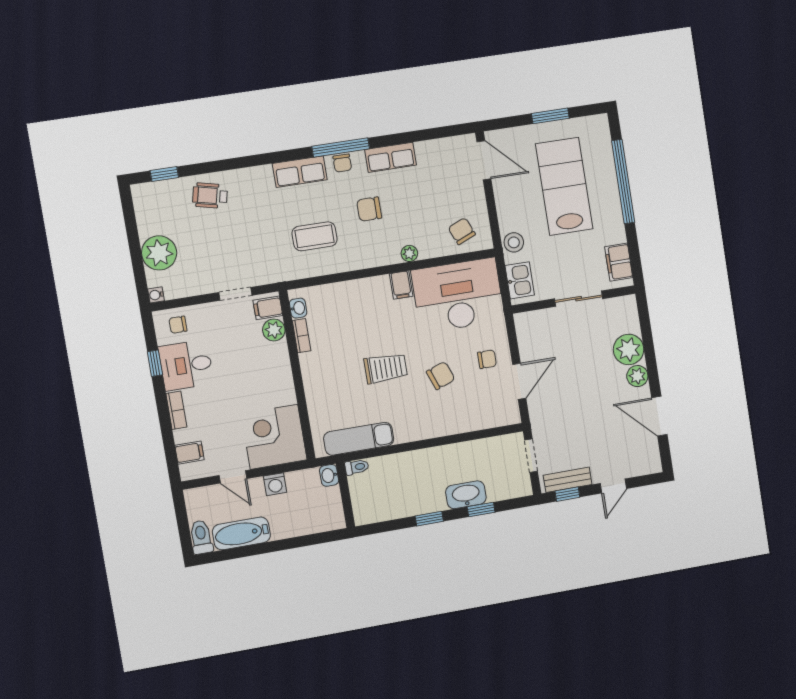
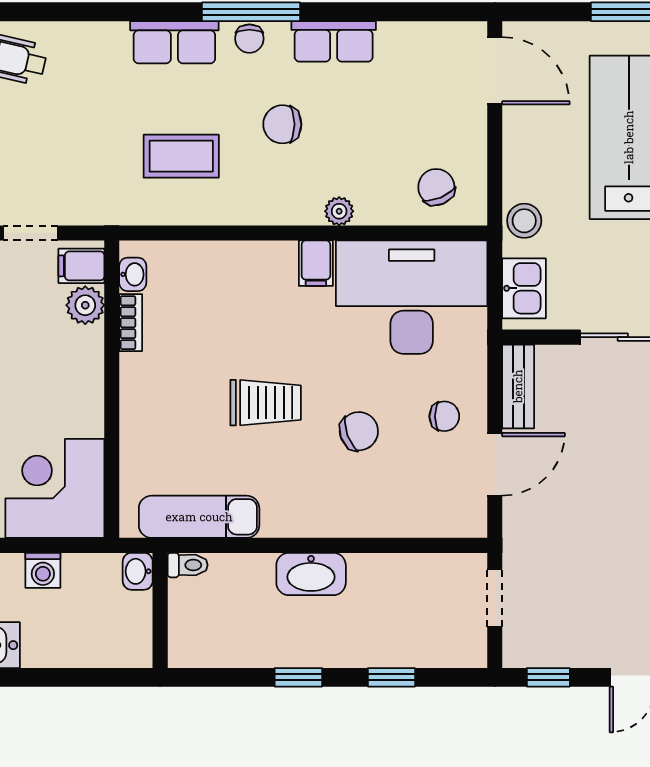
bench: (568, 480) -> (518, 386), moved, turned 90
washbasin: (466, 495) -> (311, 574), moved, turned 180

